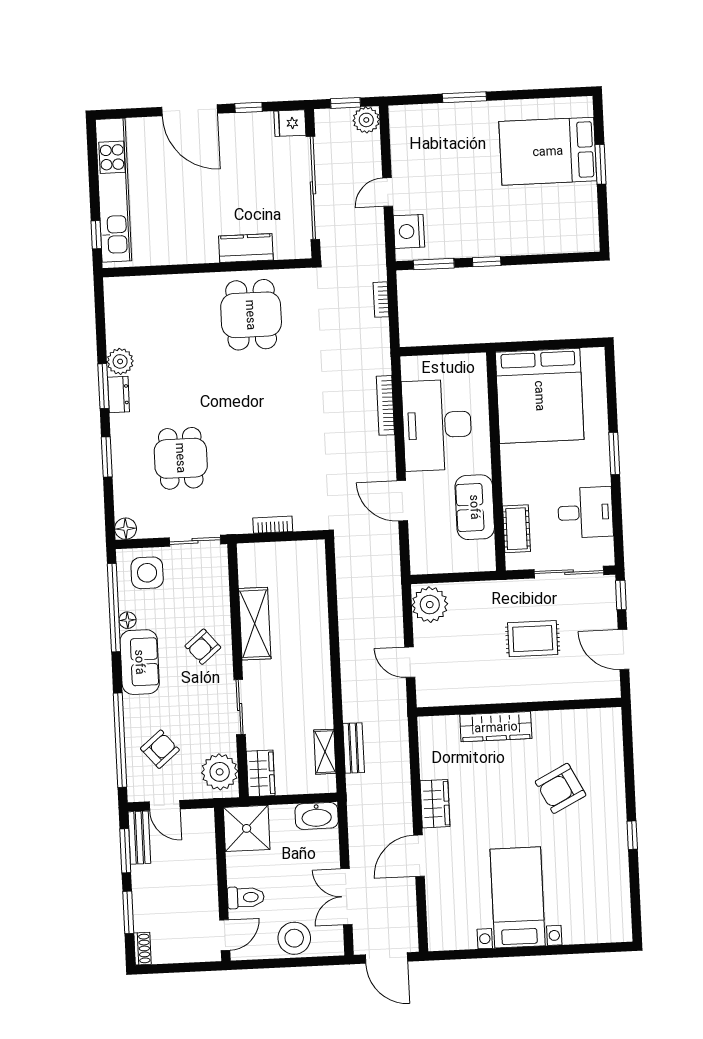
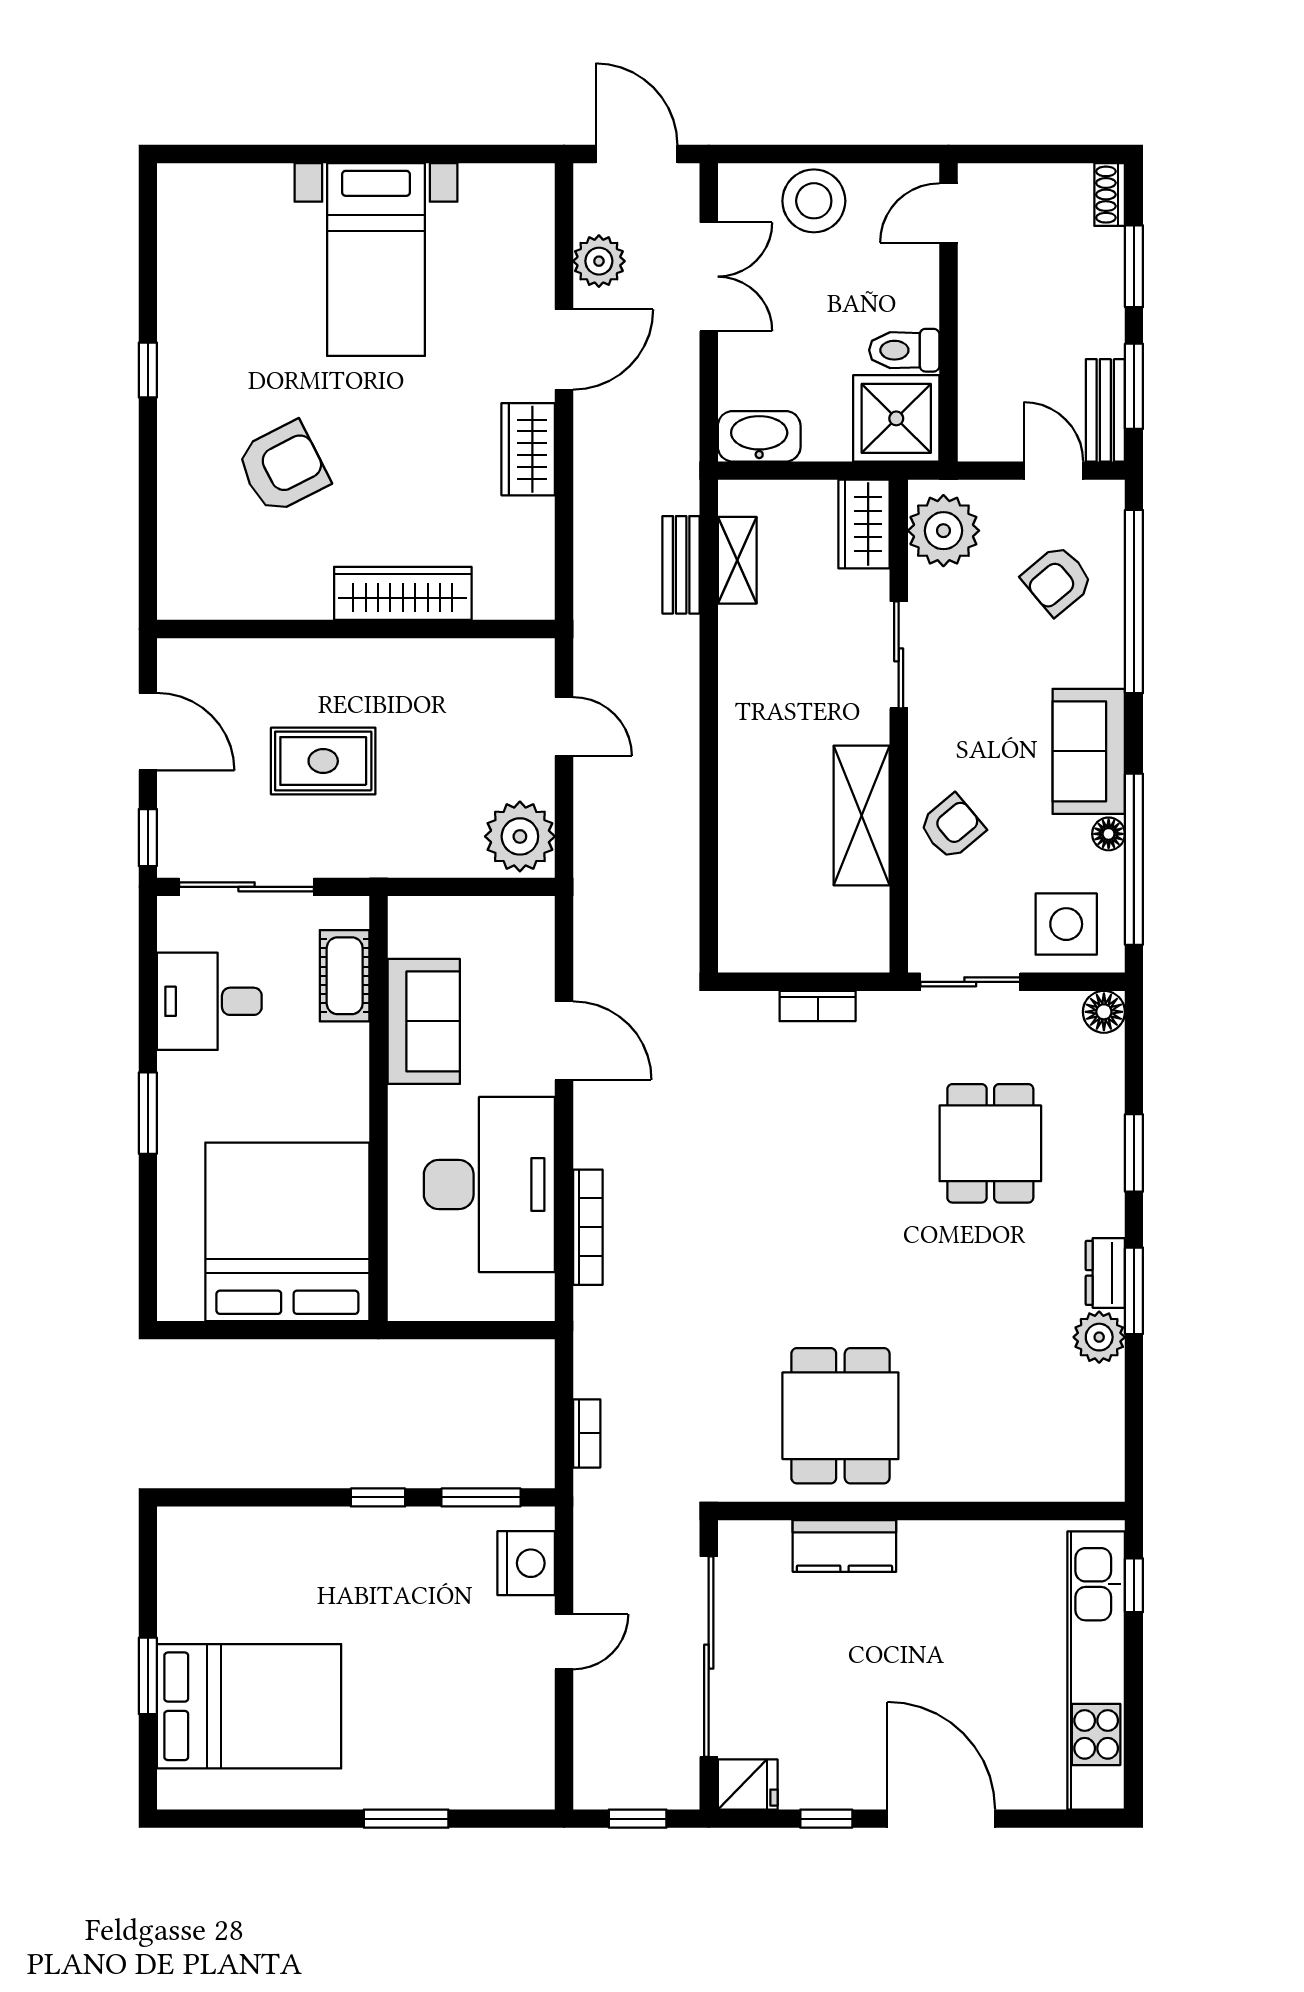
plant: (366, 120) -> (599, 261), moved
armchair: (203, 647) -> (952, 827), moved
toilet: (246, 897) -> (904, 350), moved

